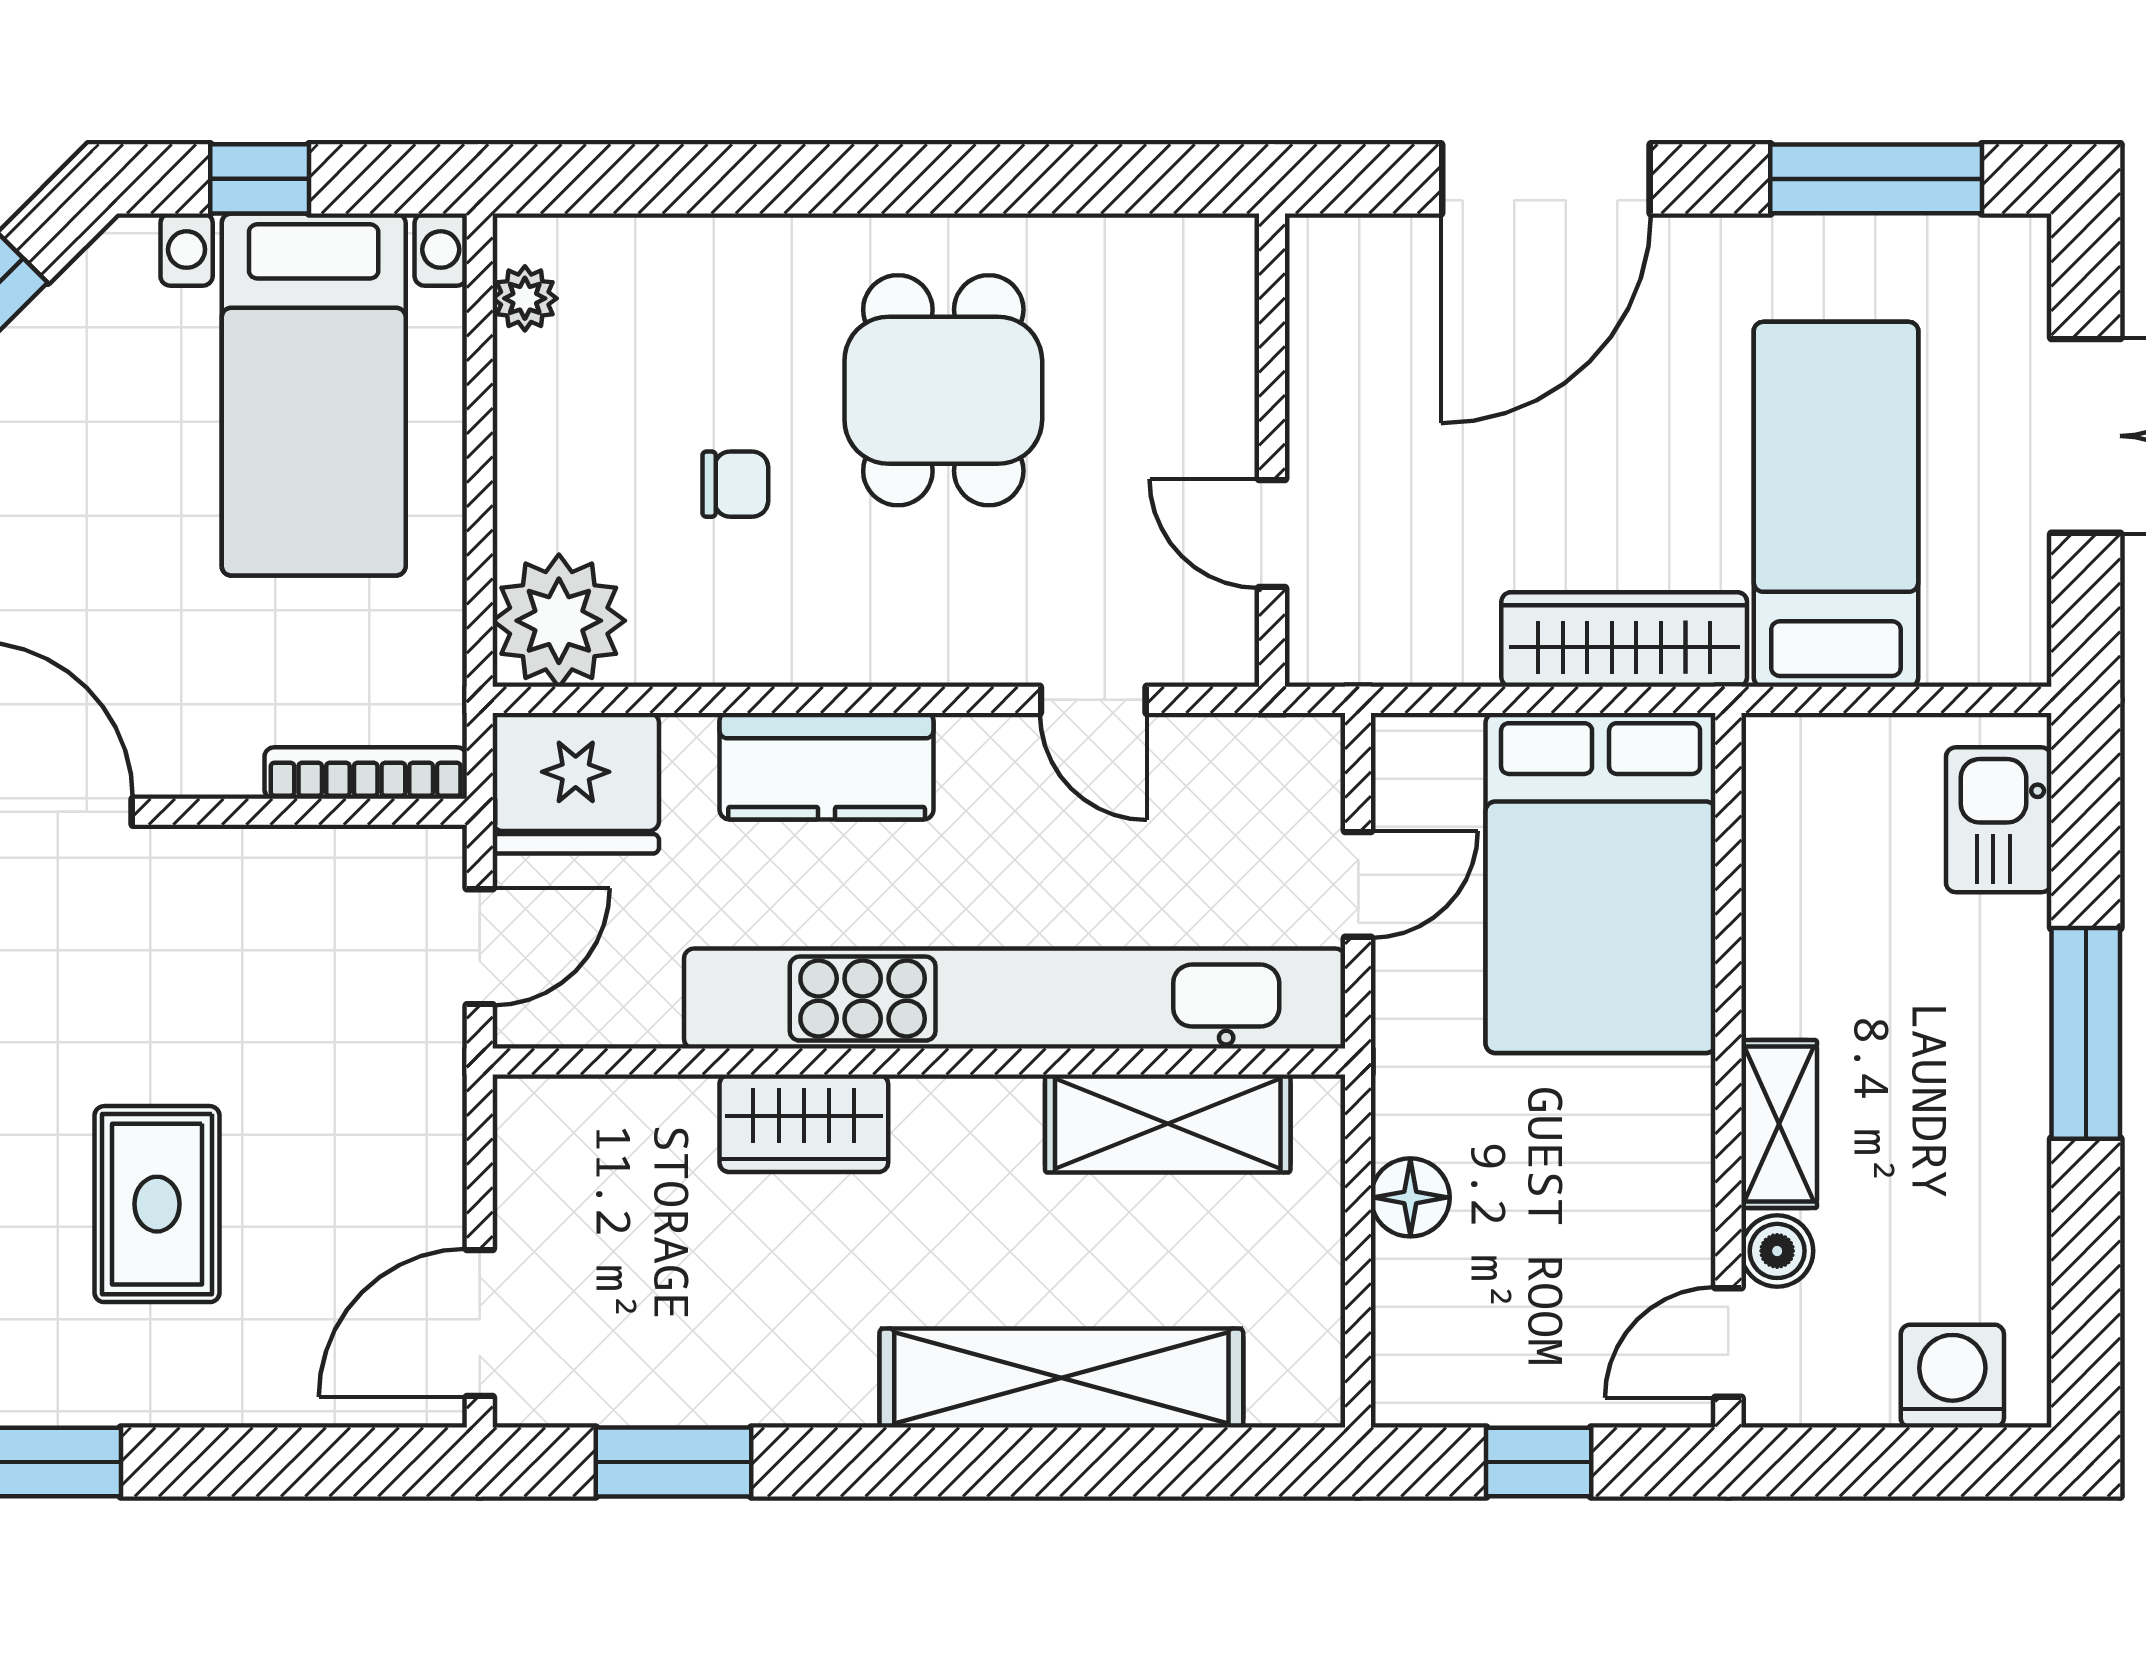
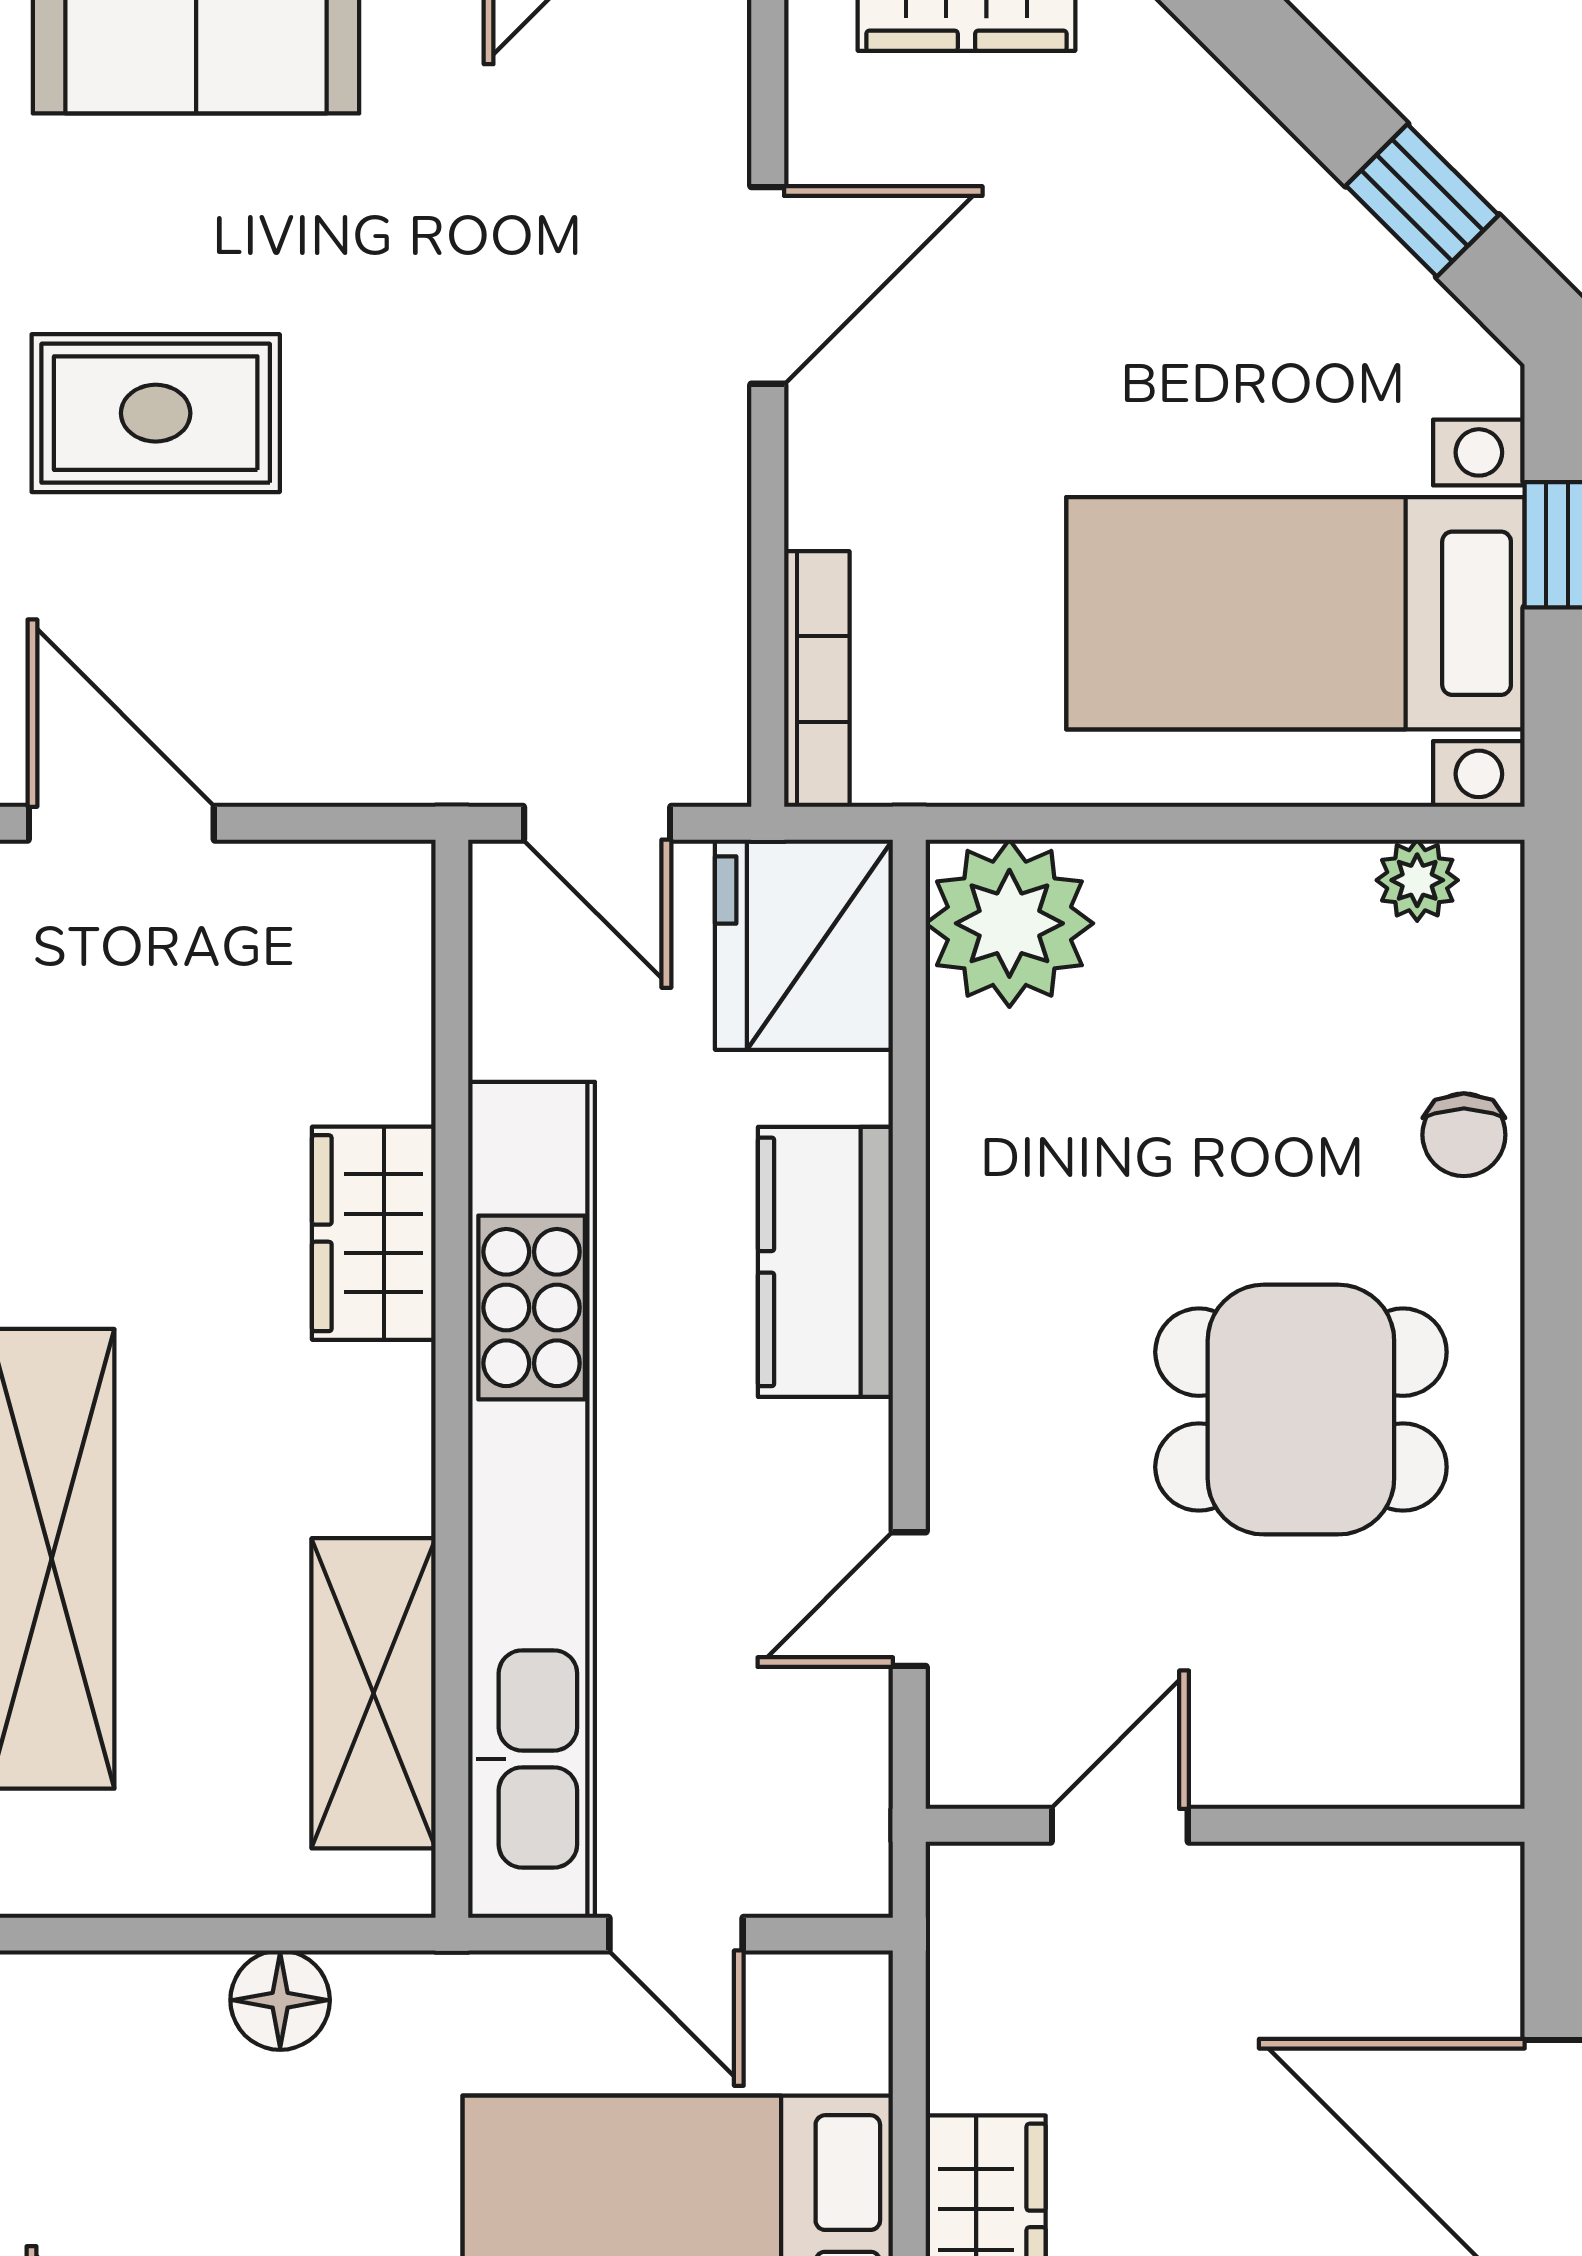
chair: (735, 484) -> (1464, 1135), moved
rug: (157, 1204) -> (156, 413), moved

